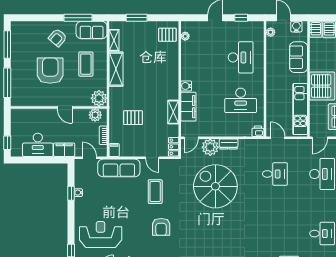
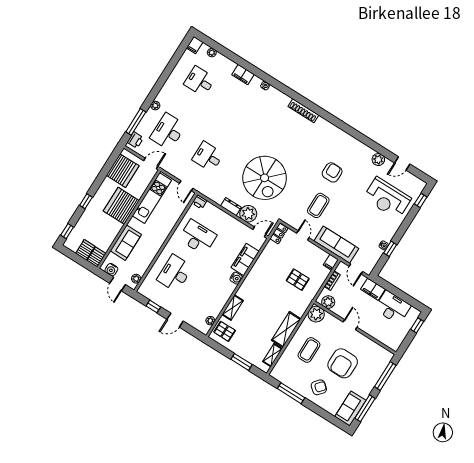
sofa: (92, 30) -> (350, 408), moved, turned -90
shelving: (173, 112) -> (233, 308), moved

